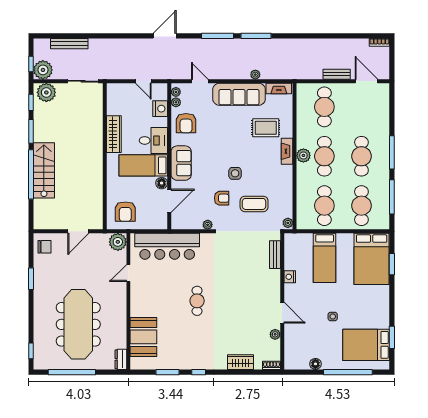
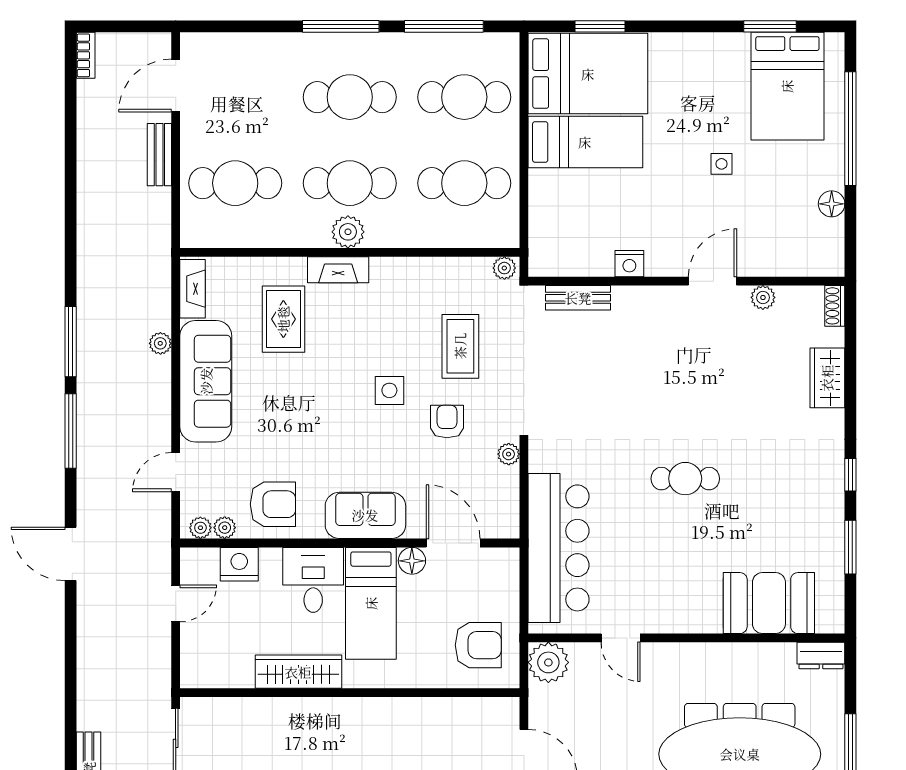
bed: (325, 258) -> (585, 142), moved

